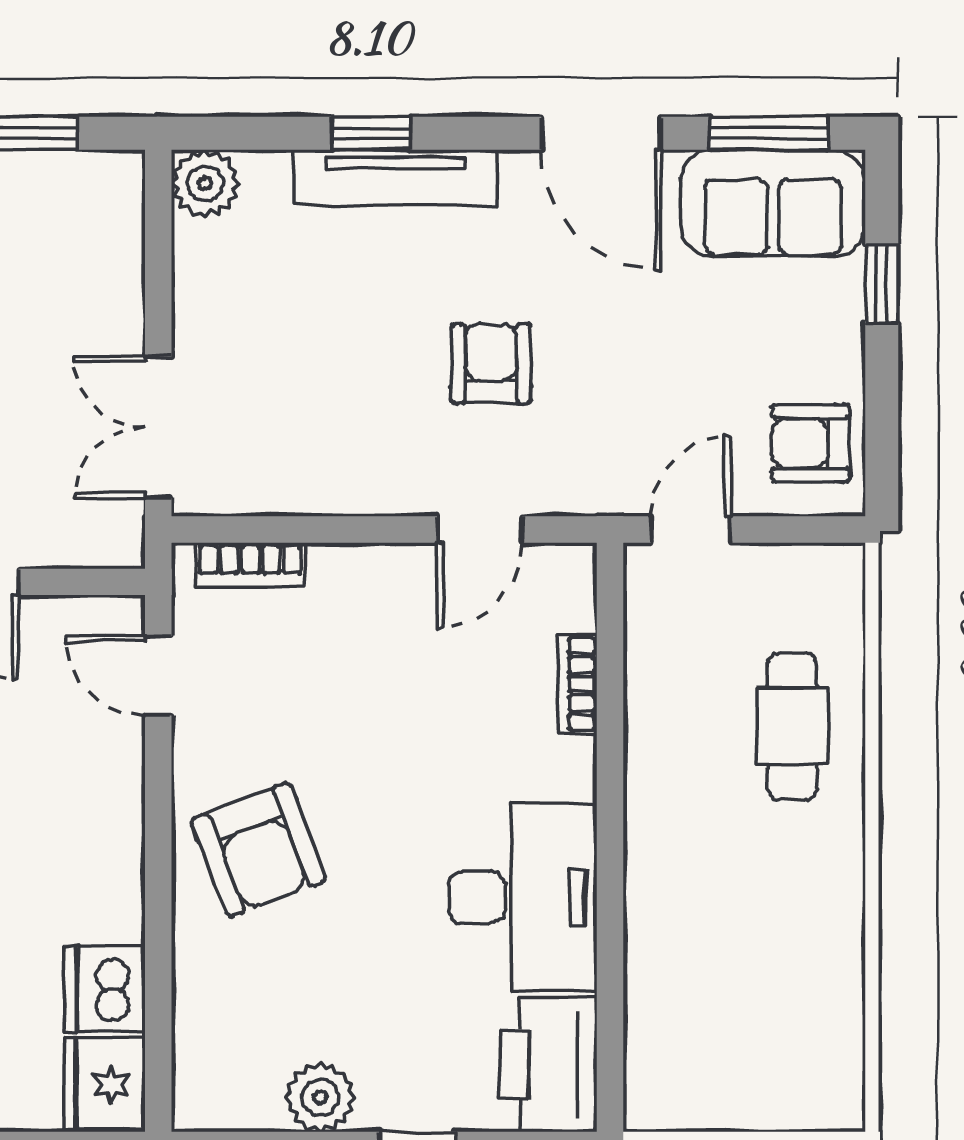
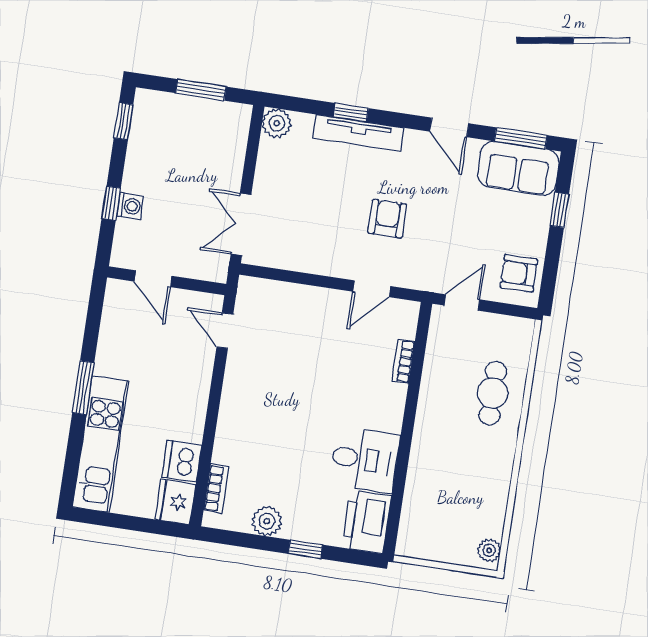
door: (601, 133) -> (449, 127), width x0.73
bookcase: (251, 564) -> (216, 488), moved, turned -90
armchair: (258, 850) -> (256, 411), removed
desk: (523, 897) -> (365, 460), width x0.73
plant: (839, 1087) -> (489, 550), added

